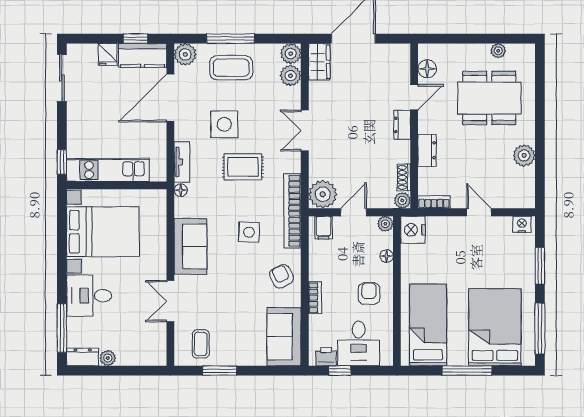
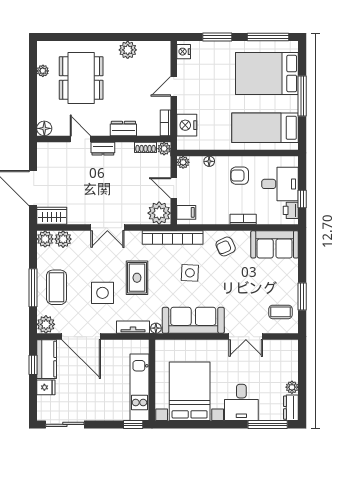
floor lamp: (427, 69) -> (44, 128), moved
nightstand: (413, 230) -> (187, 125), moved, turned 90
sofa: (190, 246) -> (193, 320), width x1.36

